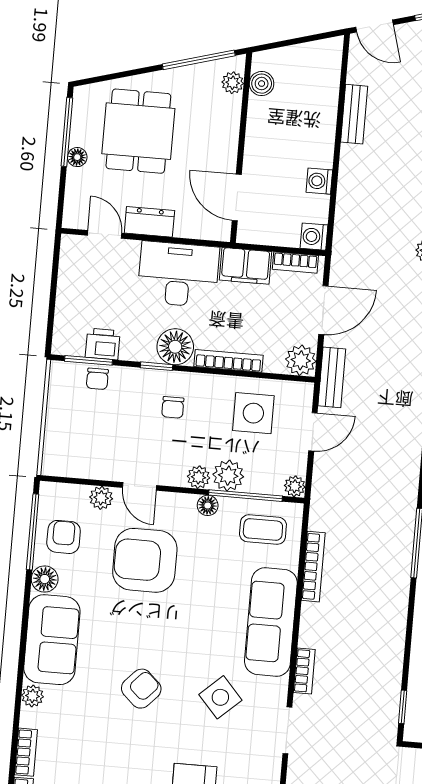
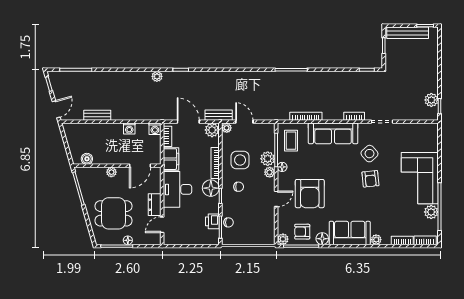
plant: (233, 83) -> (111, 172), moved
side table: (253, 413) -> (240, 160), moved
plant: (295, 486) -> (227, 128), moved
plant: (101, 498) -> (283, 239), moved
armchair: (141, 689) -> (370, 179), moved, turned -139

